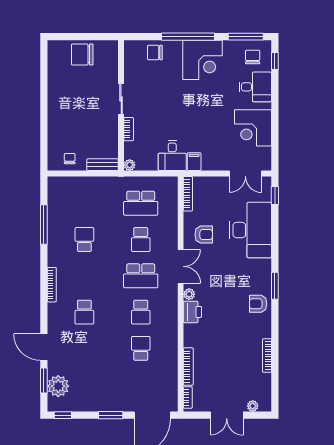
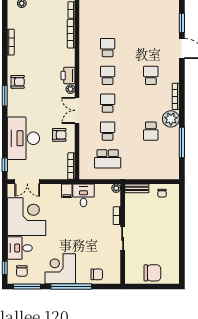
corner desk: (253, 128) -> (27, 217), width x1.36, depth x1.36
double door: (245, 173) -> (27, 182), swing flipped
school desk: (141, 203) -> (108, 159), turned 180
armchair: (204, 235) -> (59, 135), turned 180
school desk: (141, 276) -> (108, 103), width x0.54
school desk: (141, 348) -> (108, 48), turned 180
plant: (58, 386) -> (171, 119), moved

